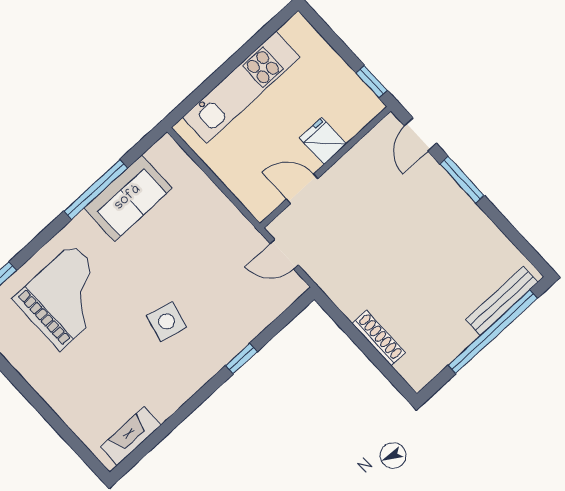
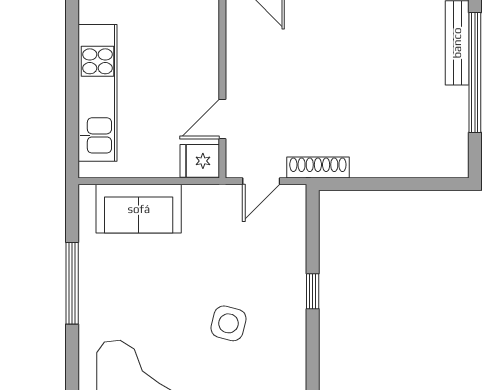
fridge: (323, 141) -> (200, 161), moved
sofa: (128, 198) -> (139, 209), moved, turned 90
shoe rack: (379, 338) -> (318, 168), moved

